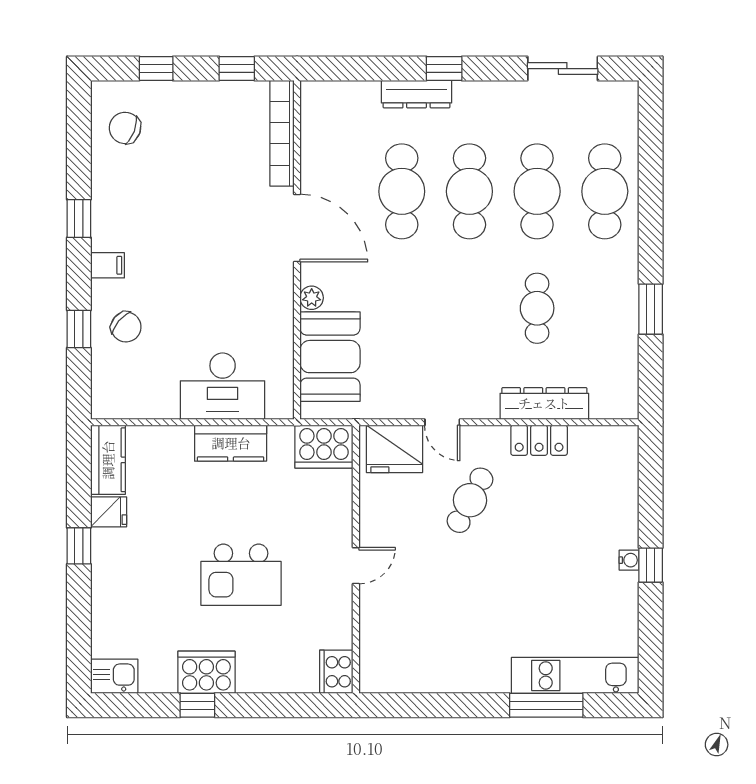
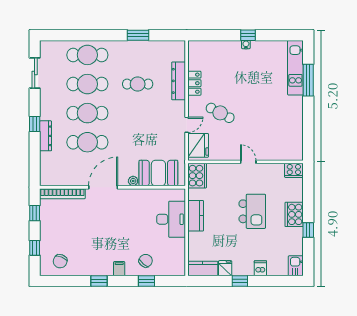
dishwasher: (109, 594) -> (260, 268), added
cooker: (206, 672) -> (294, 214), moved

